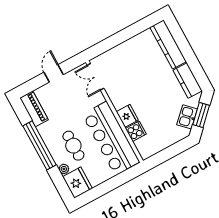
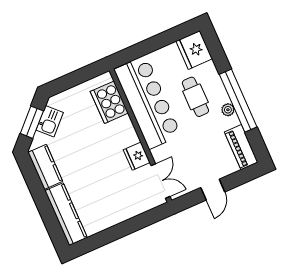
fridge: (127, 116) -> (137, 156), moved
cooker: (136, 131) -> (109, 102), width x1.87, depth x1.31
plant: (64, 169) -> (228, 110), moved

